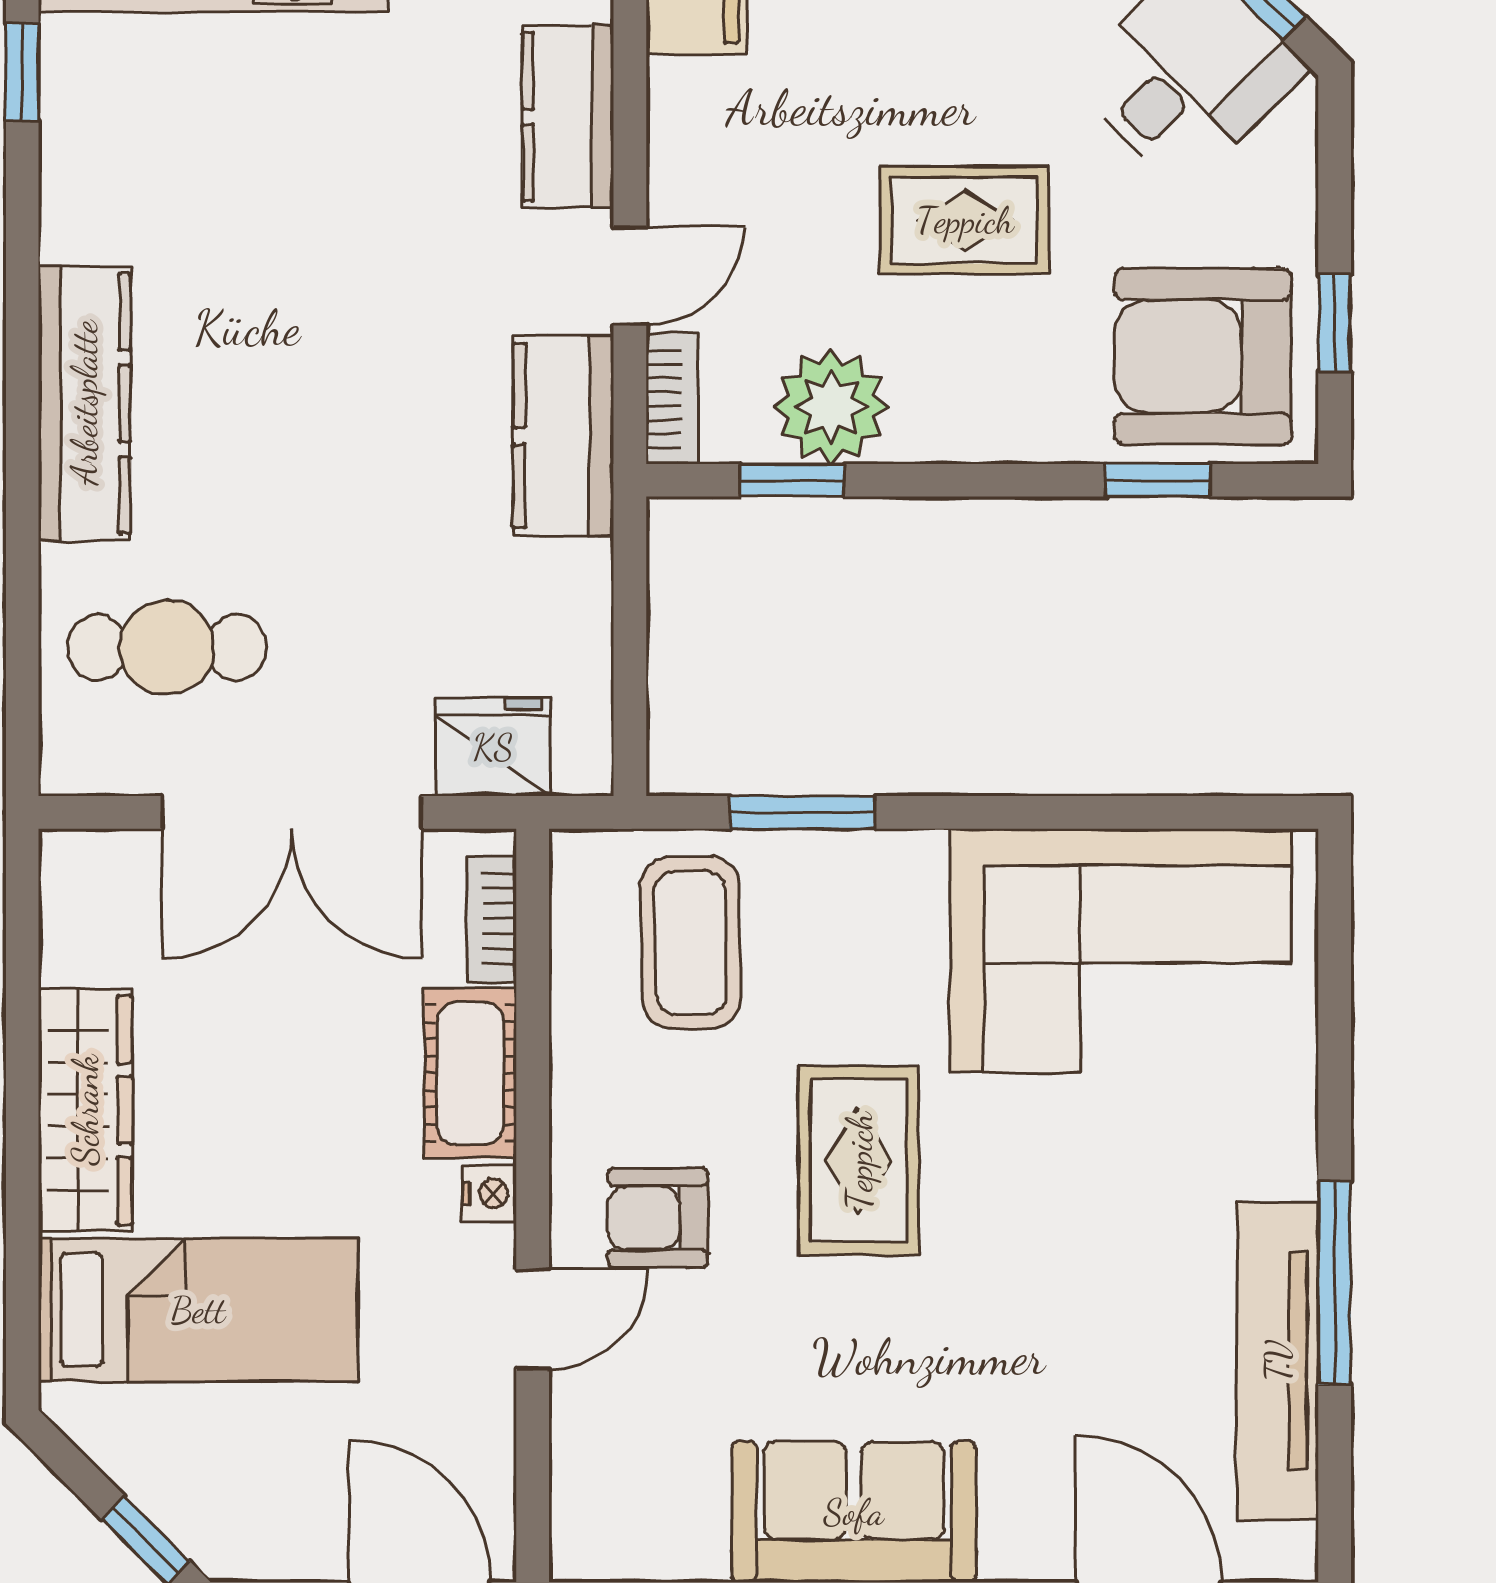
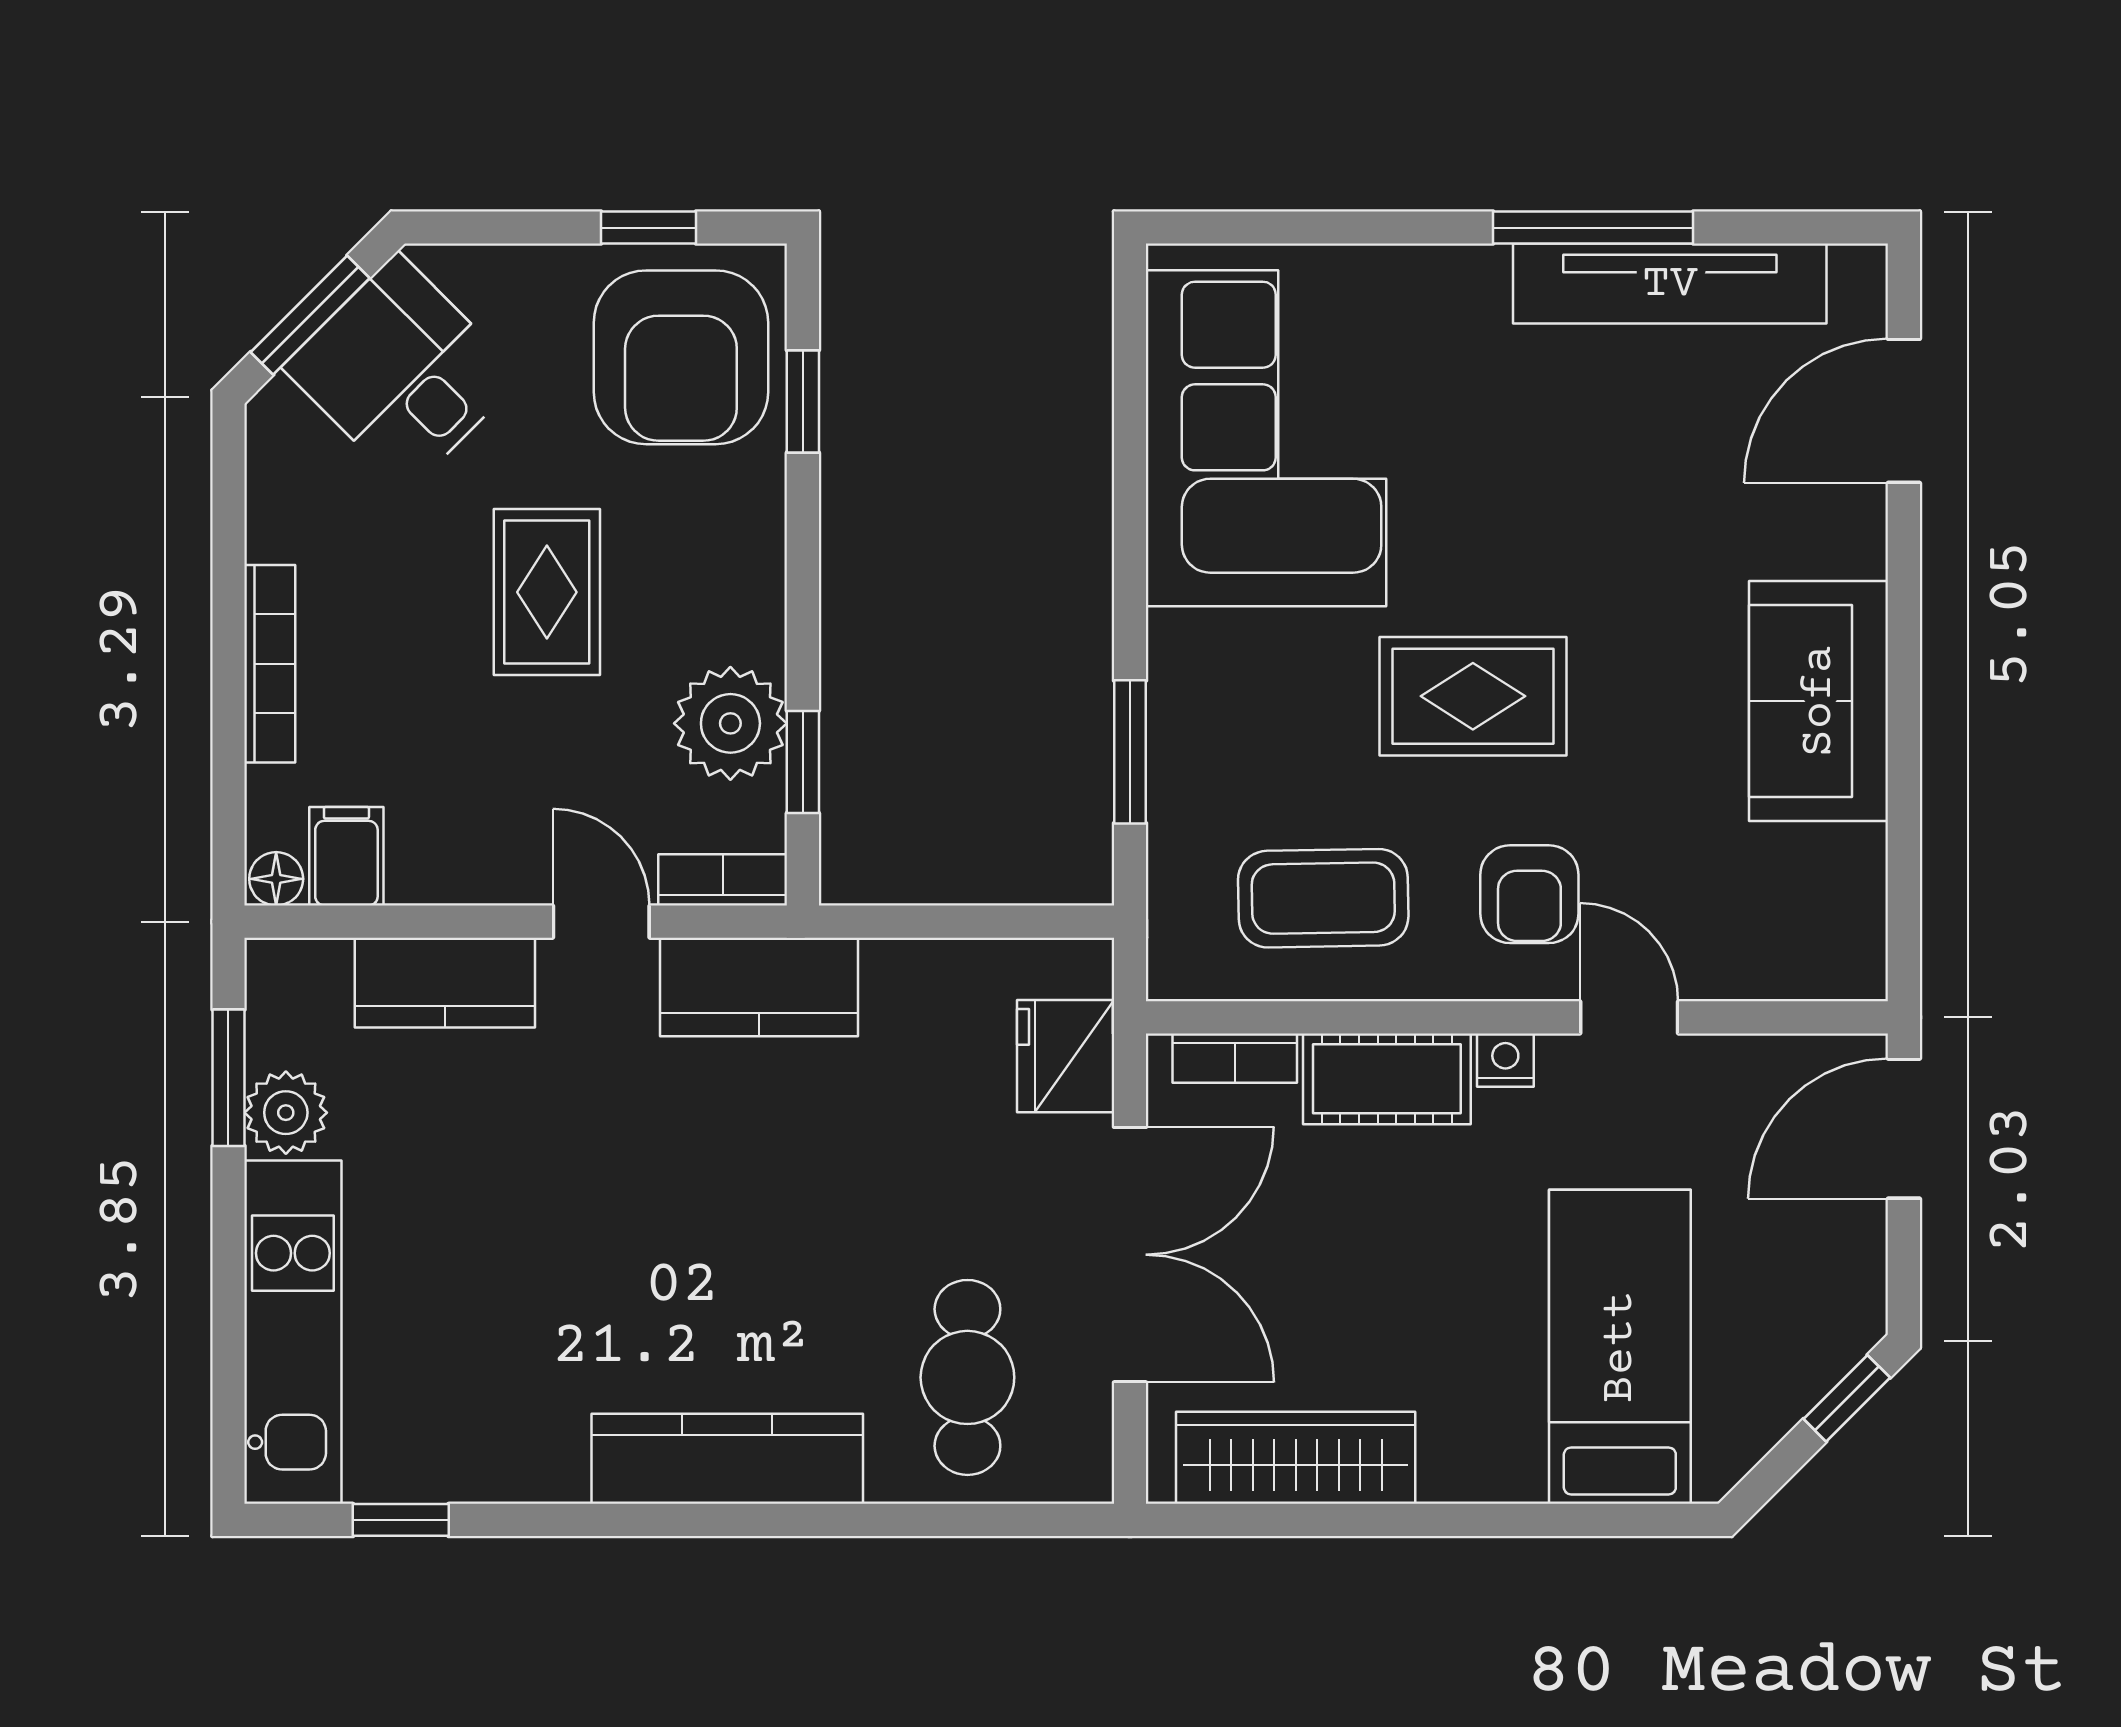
coffee table: (691, 943) -> (1323, 898), moved
wardrobe: (85, 1110) -> (1296, 1458), moved

